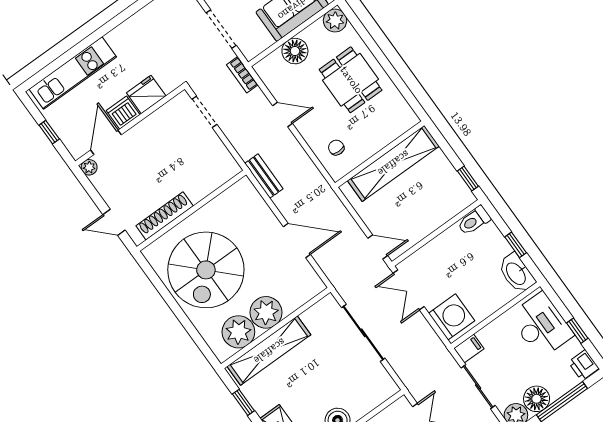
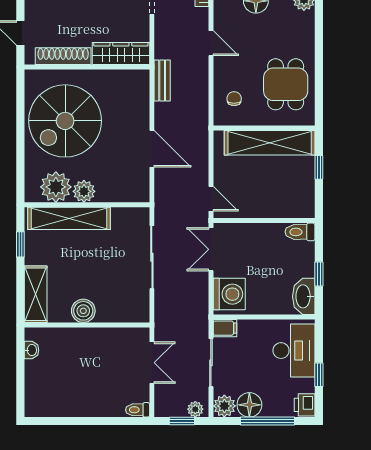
dining table: (351, 80) -> (286, 84), moved
wardrobe: (212, 178) -> (121, 54), added
window: (468, 179) -> (319, 167), moved
plant: (266, 312) -> (84, 191), width x0.73, depth x0.73

